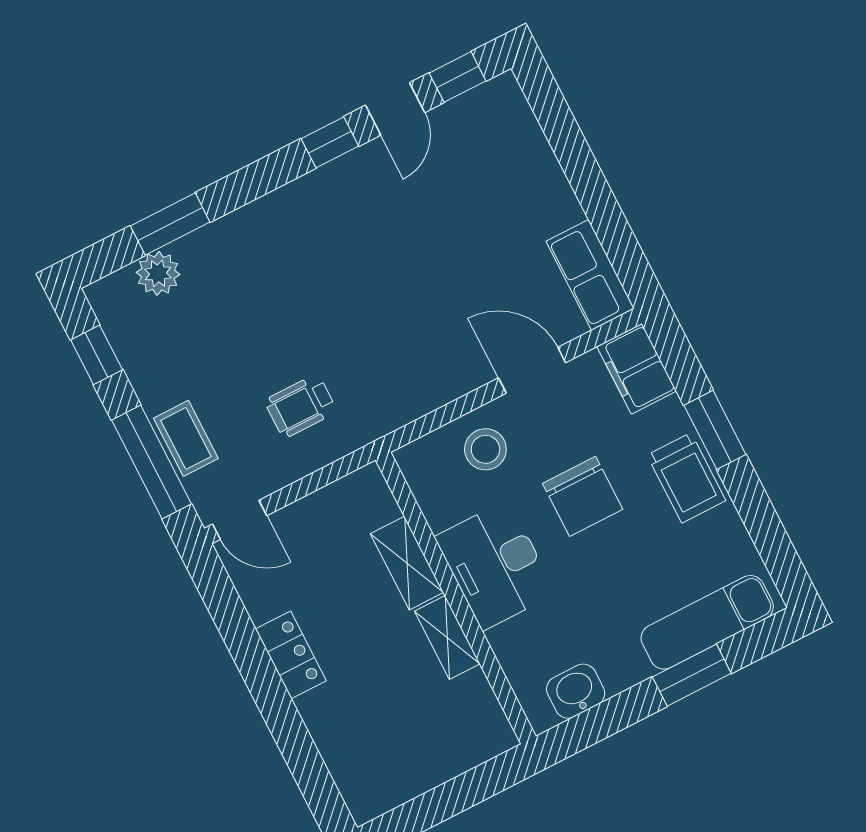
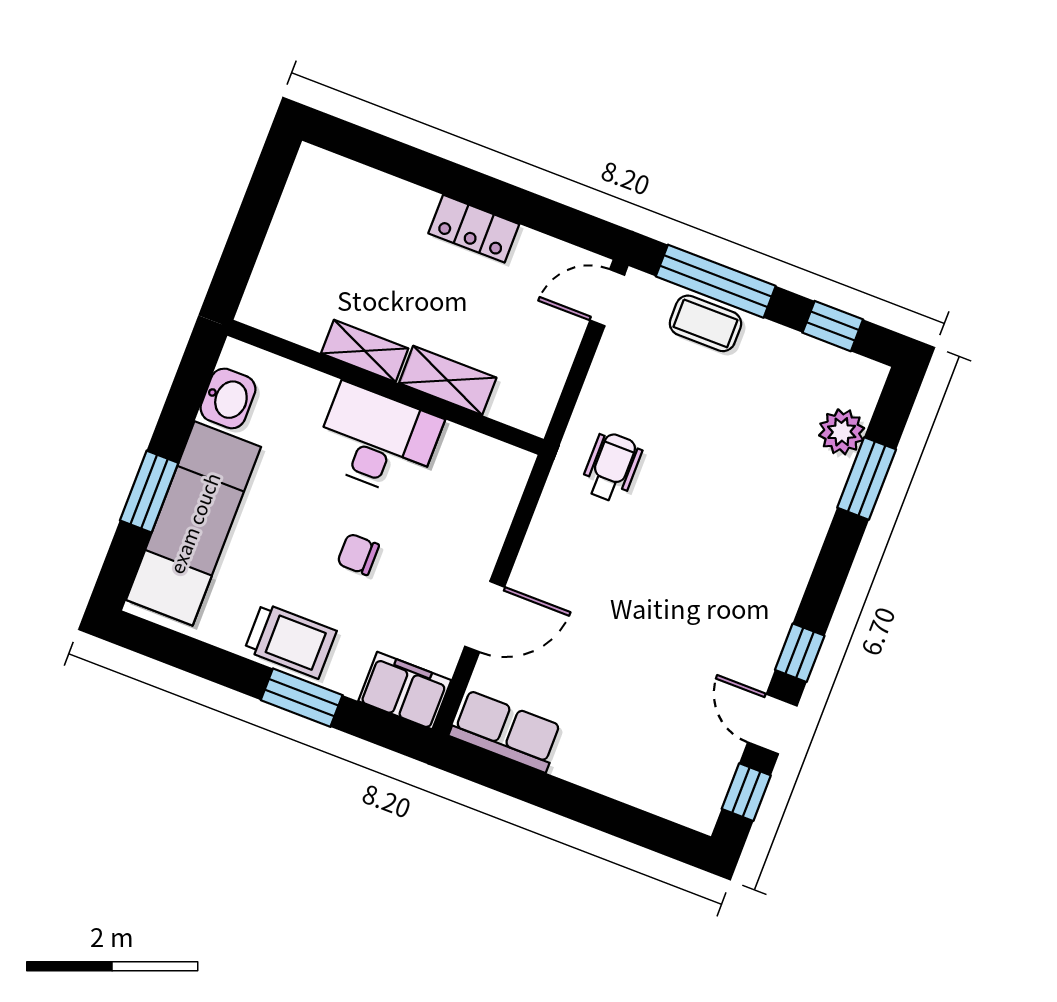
wheelchair: (301, 406) -> (612, 467), moved
stool: (485, 449) -> (466, 523), removed
trolley: (686, 478) -> (290, 641), turned 180
chair: (583, 496) -> (358, 554), width x0.54, depth x0.54
exam couch: (707, 622) -> (194, 523), width x1.36, depth x1.45

